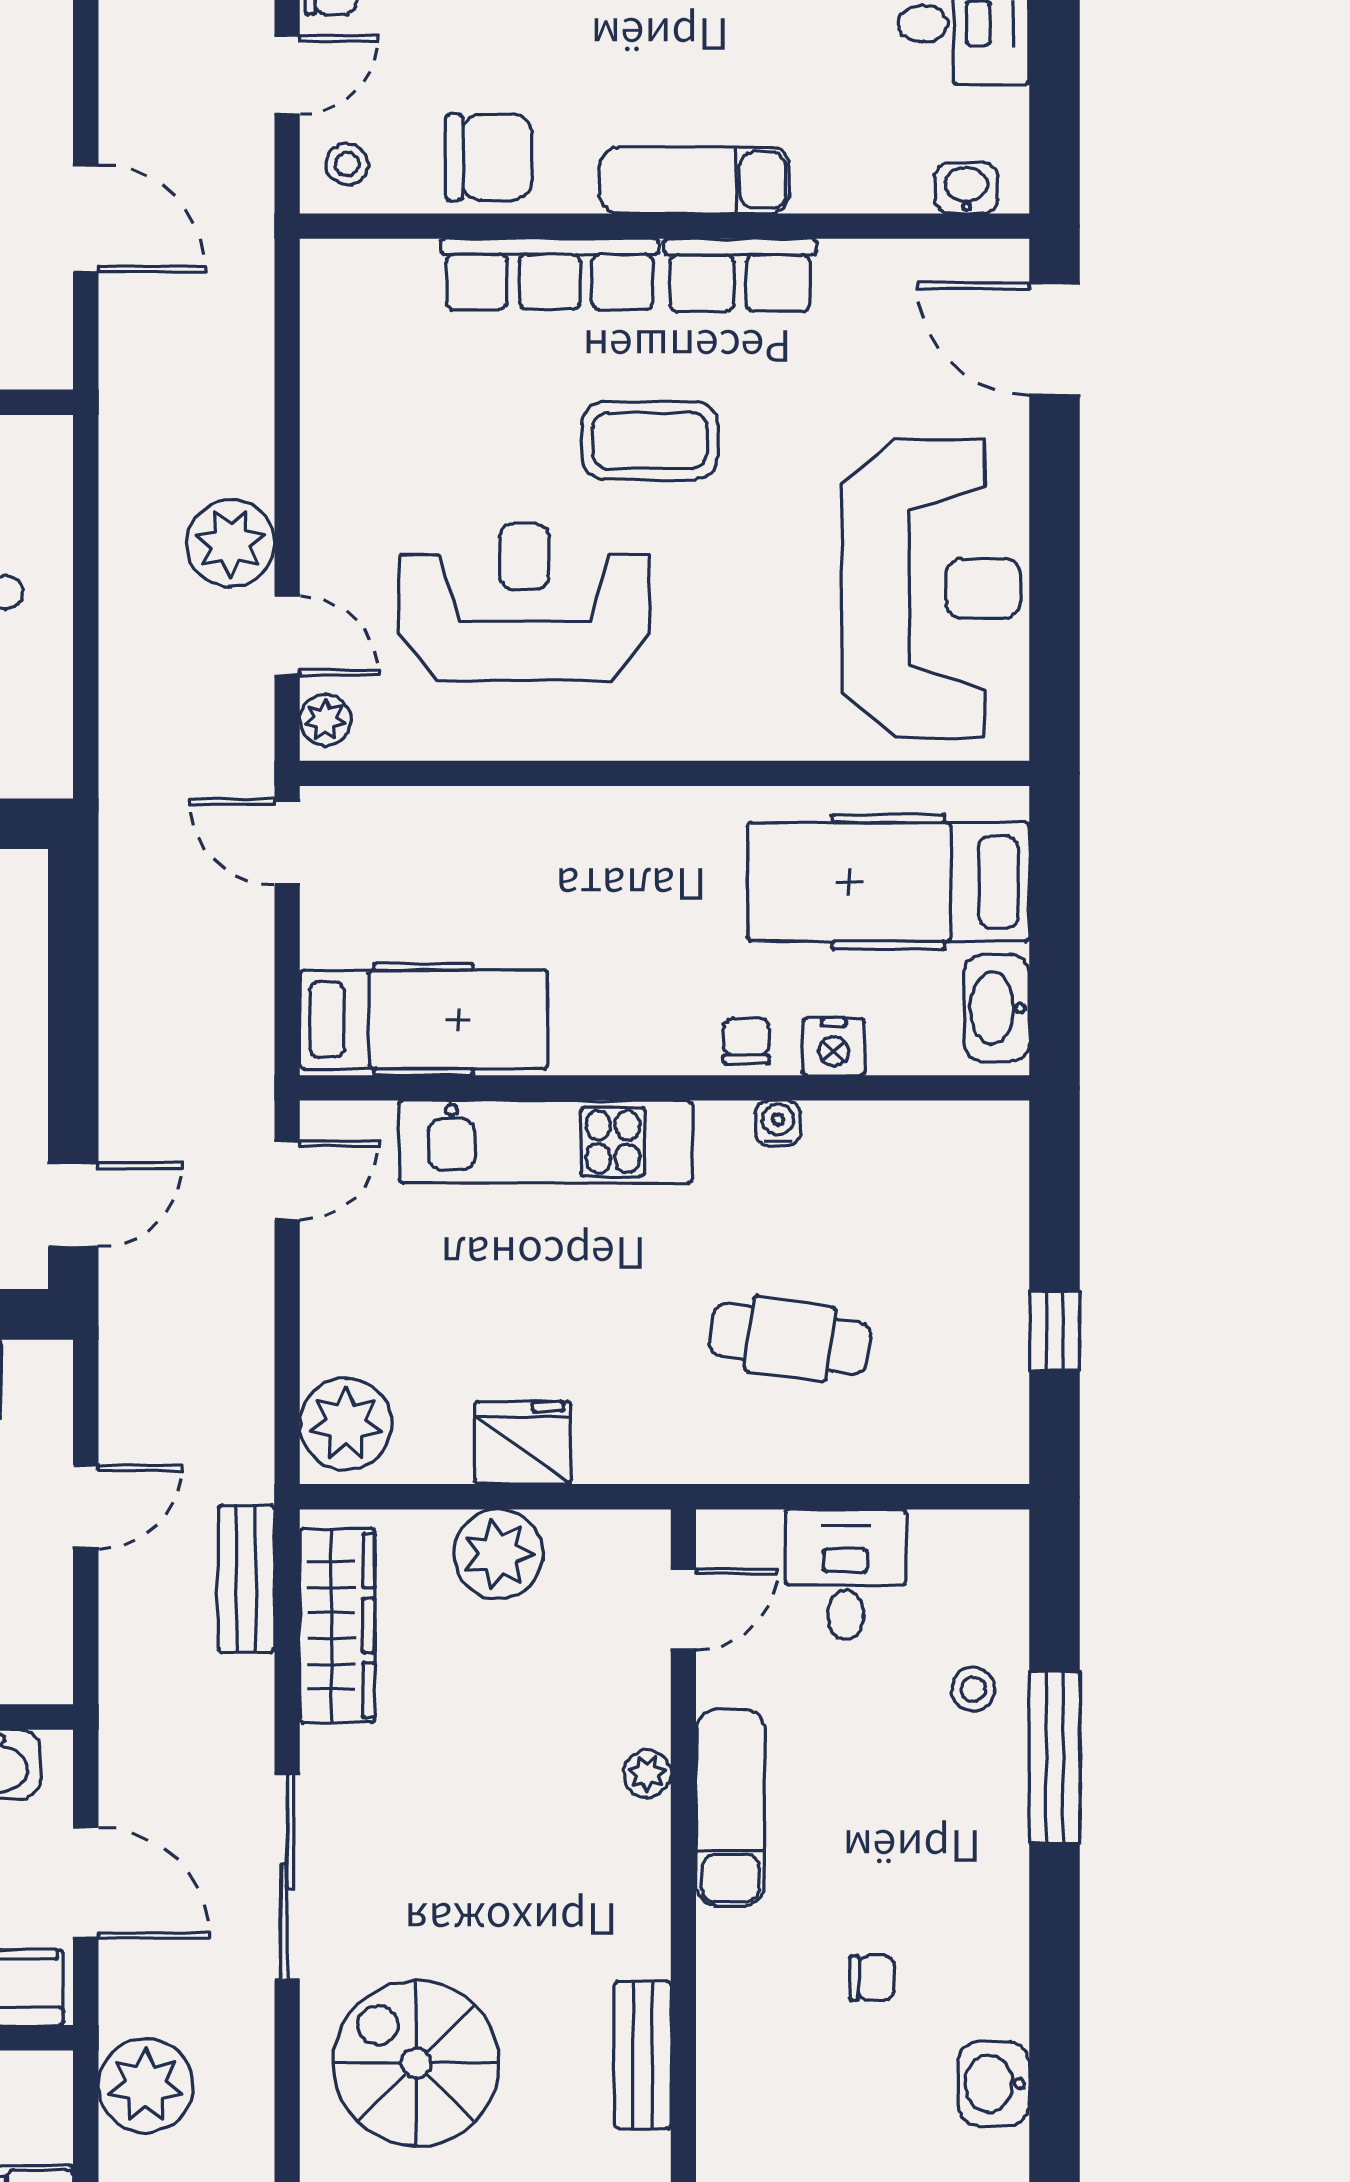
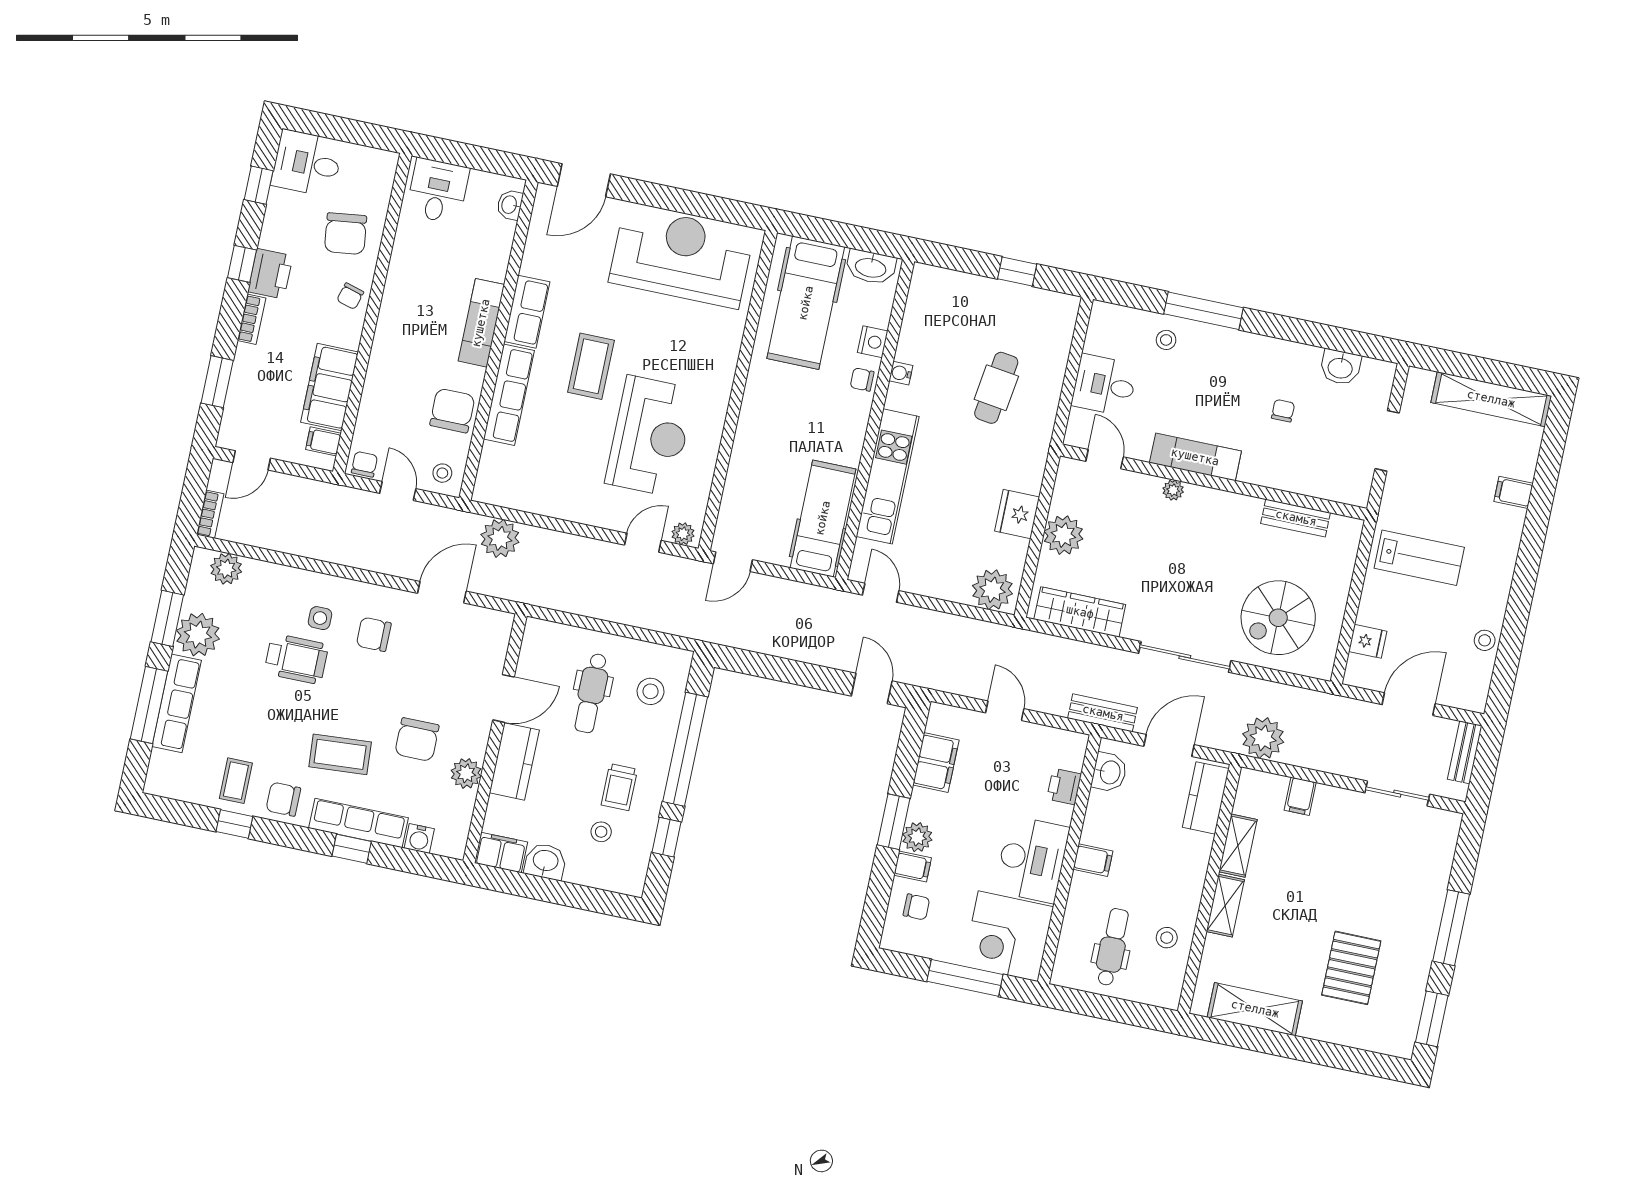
plant: (231, 543) -> (500, 538), moved
reception desk: (524, 602) -> (650, 436), turned 180
bench: (246, 1579) -> (1103, 713), moved

